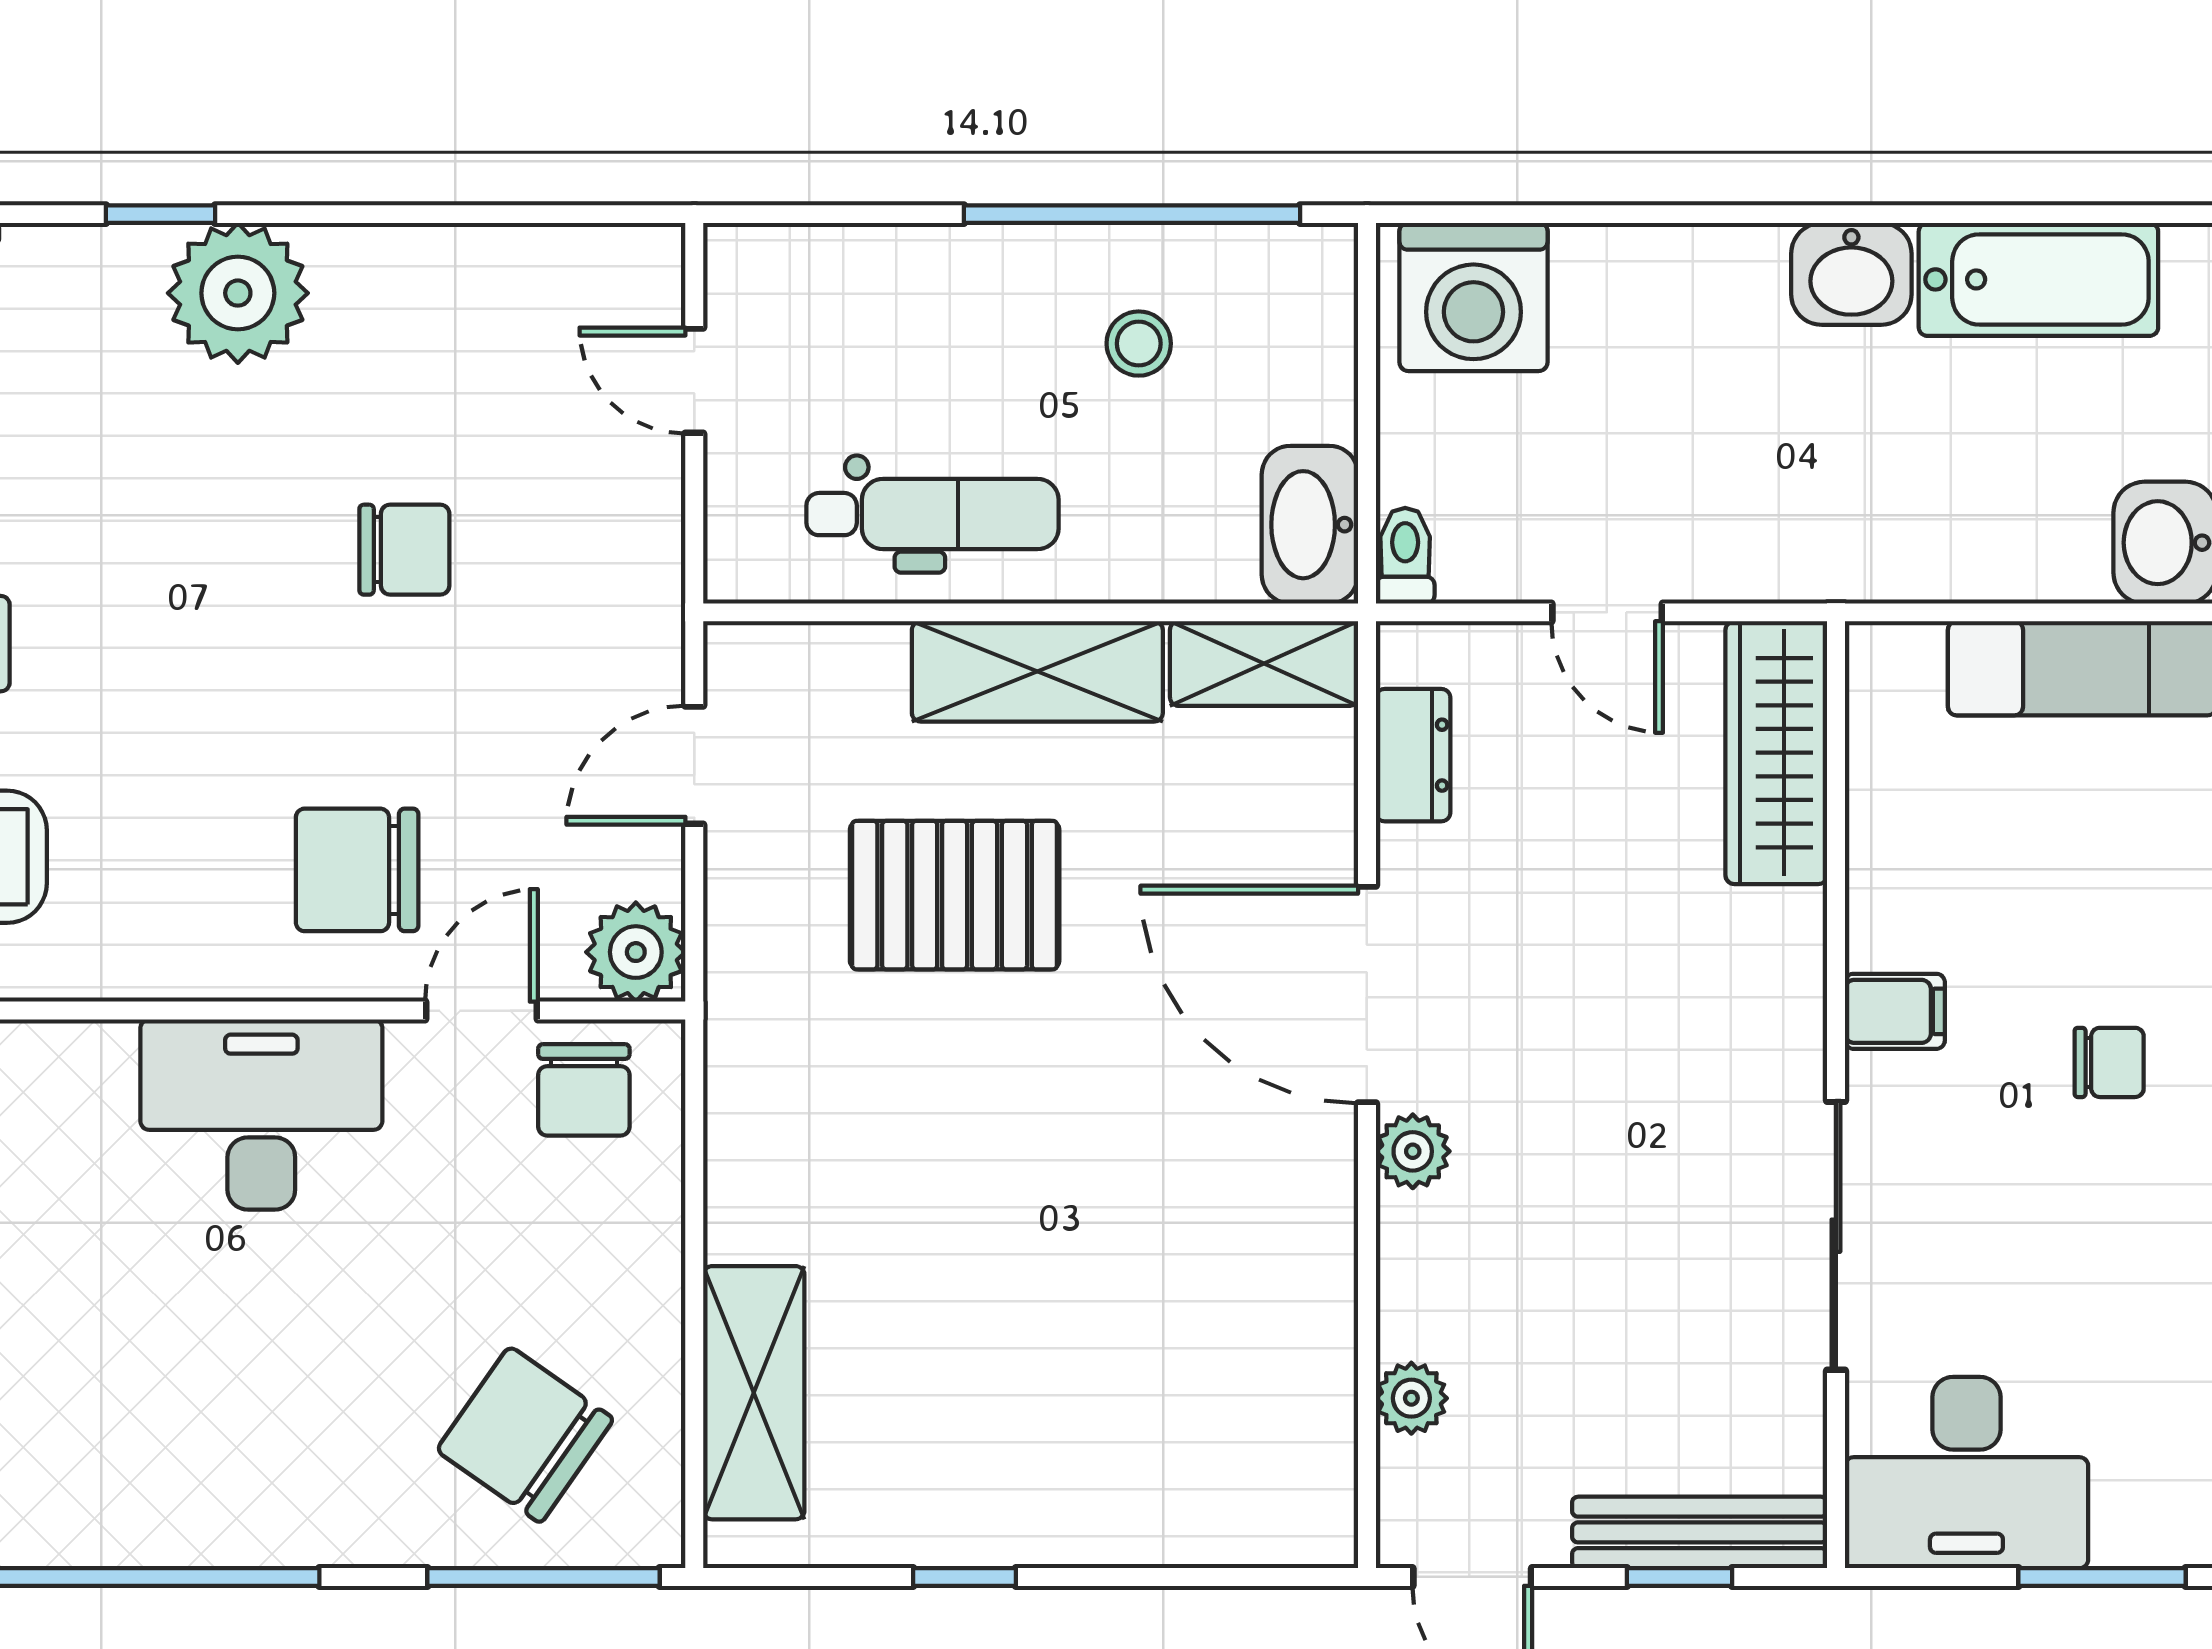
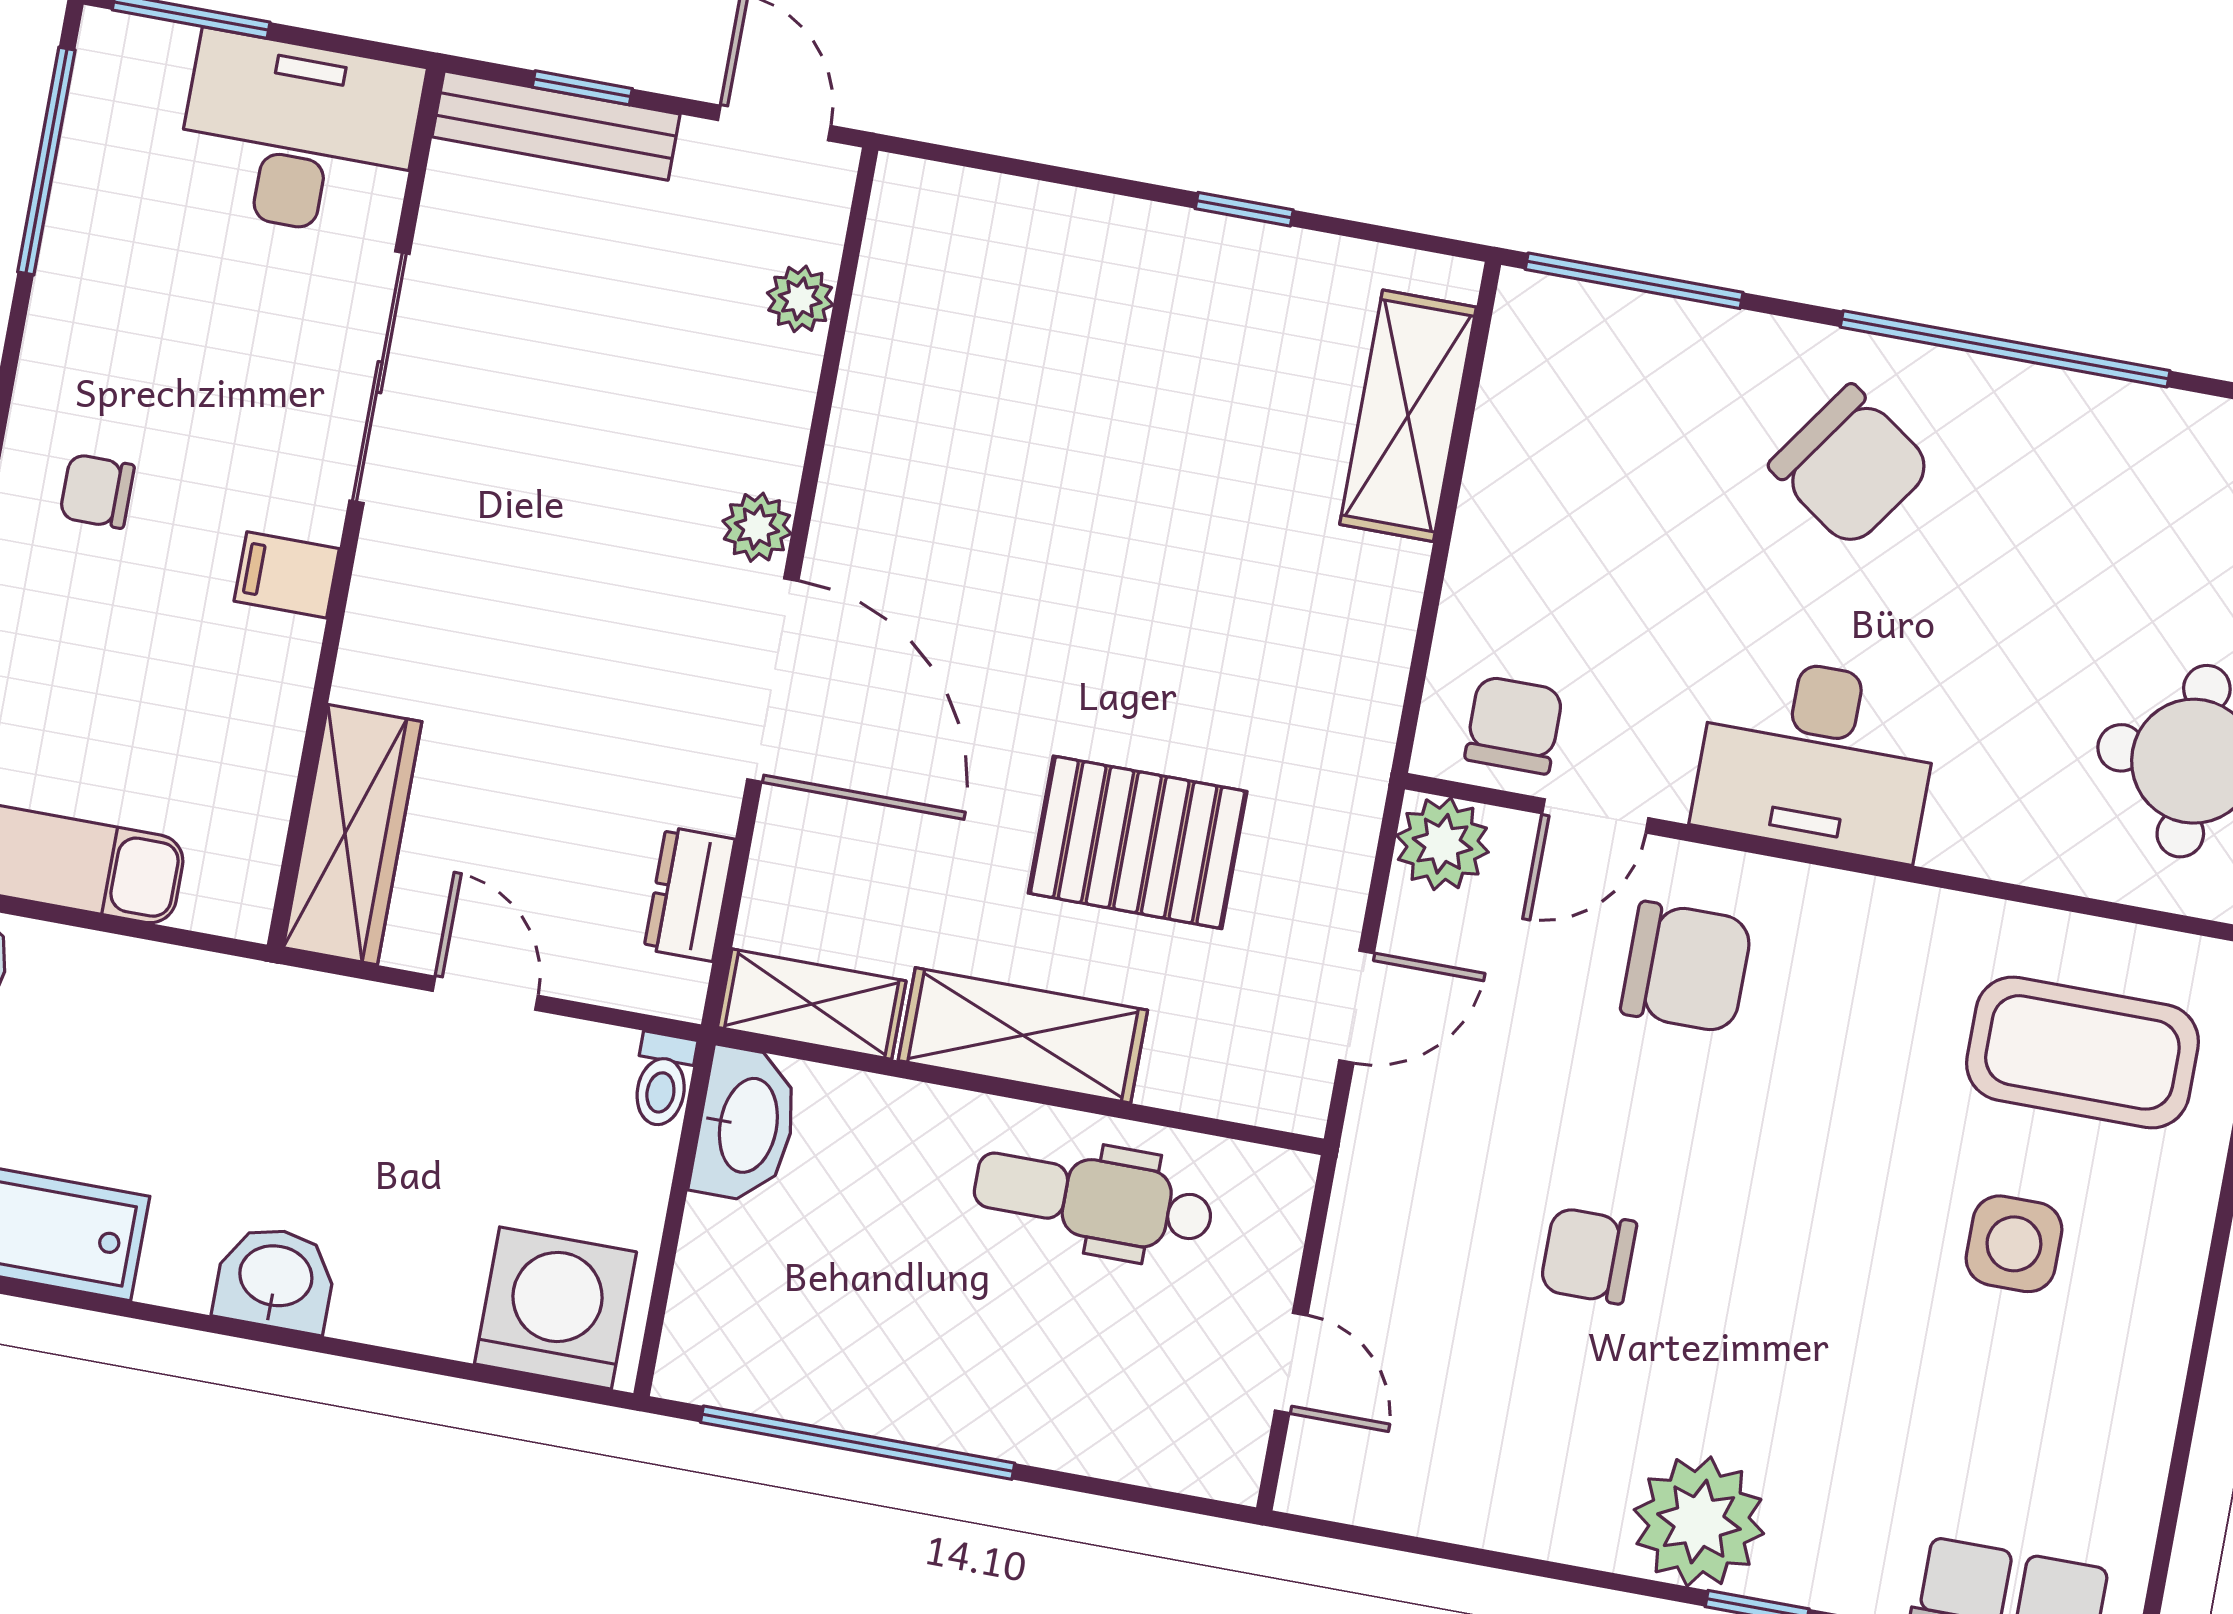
washbasin: (1851, 274) -> (275, 1279), moved
stool: (1139, 344) -> (873, 1322), removed
chair: (525, 1435) -> (1851, 466), moved

